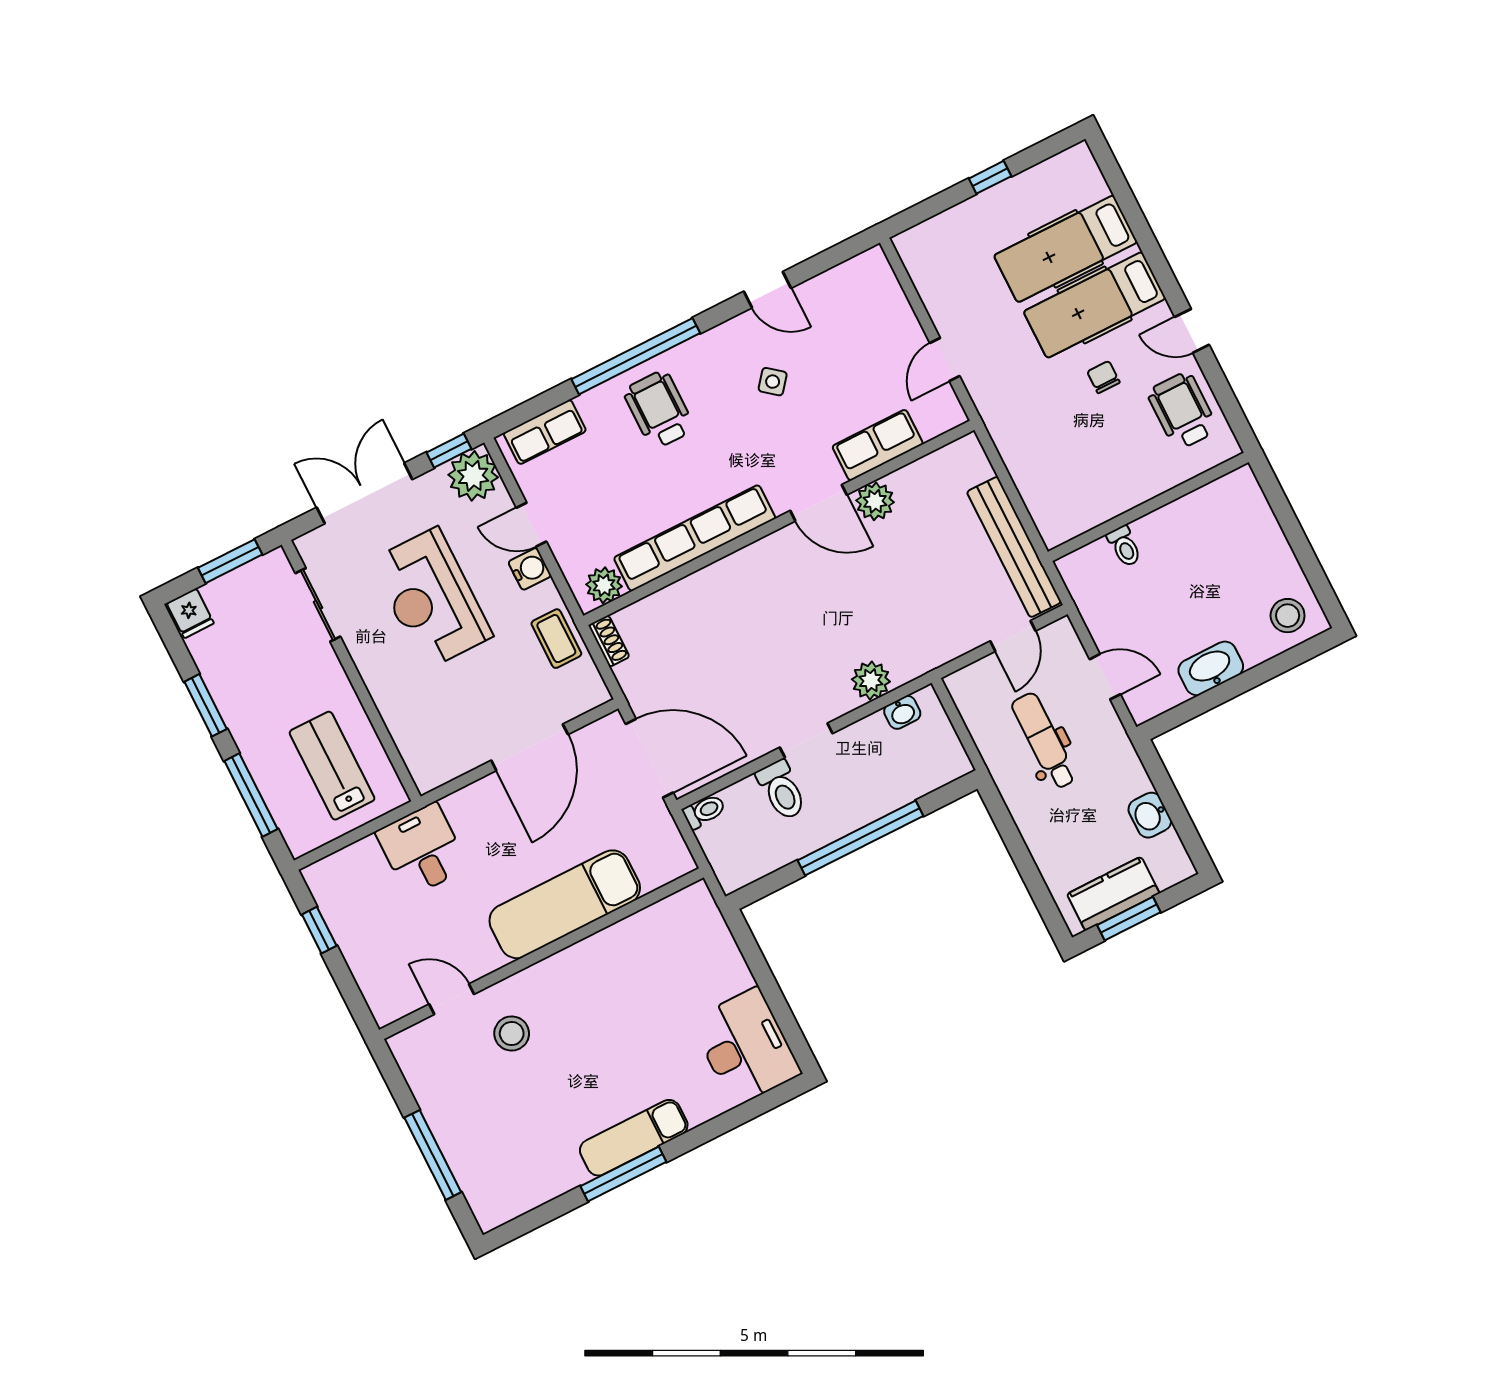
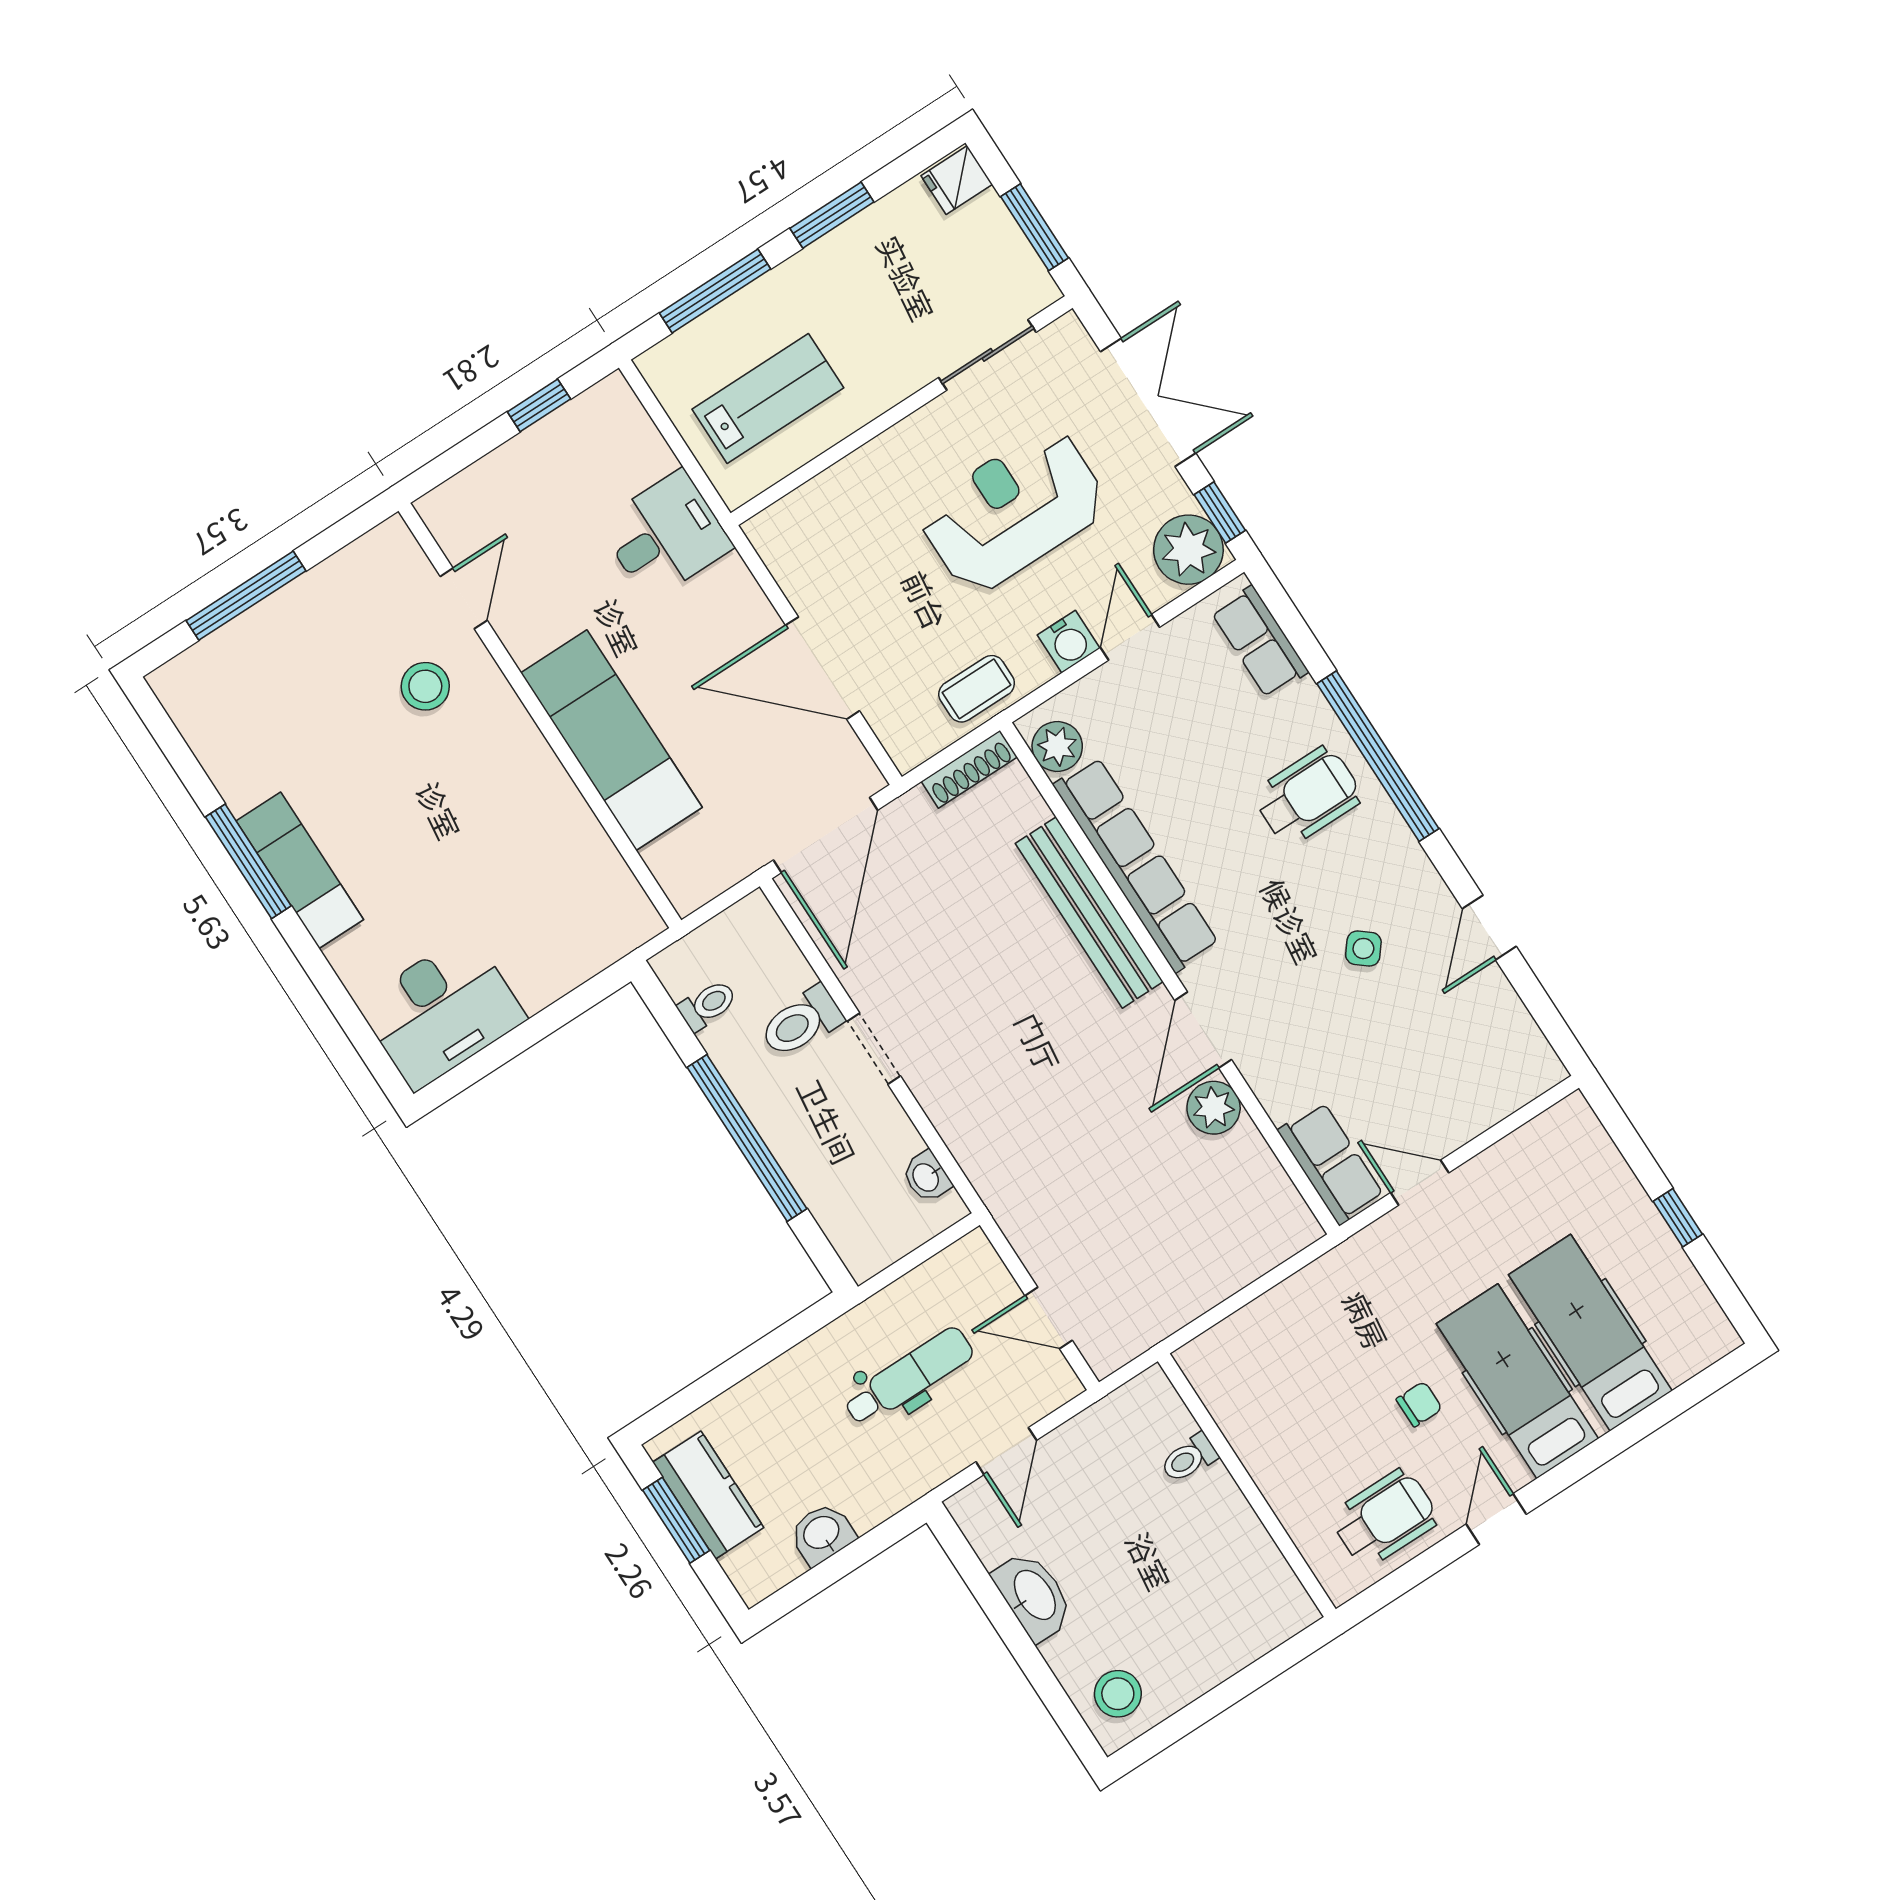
row of seats: (878, 445) -> (1331, 1163), moved
bench: (1014, 547) -> (1089, 913), moved, turned 90
shoe rack: (609, 641) -> (969, 769), width x1.43
plant: (871, 680) -> (966, 1129), removed
toilet: (704, 811) -> (707, 1005), moved, turned -90

